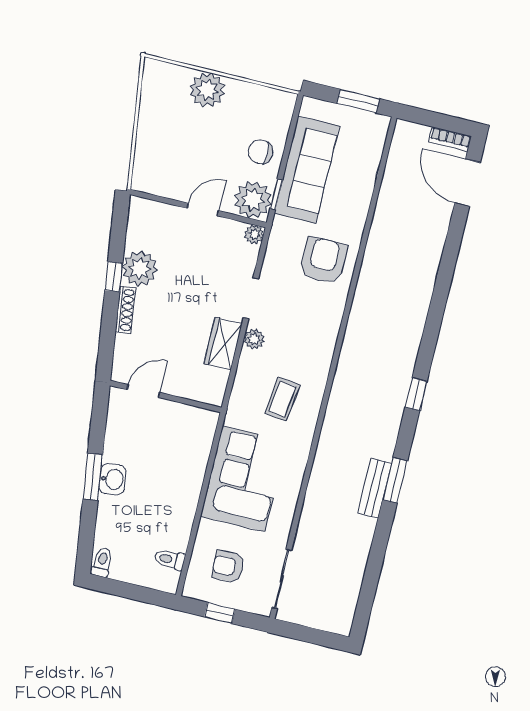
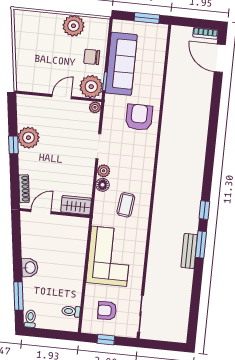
plant: (207, 90) -> (73, 26), moved
shoe rack: (125, 310) -> (24, 189), moved
wardrobe: (223, 344) -> (76, 205), moved, turned 90
floor lamp: (249, 362) -> (102, 185), added
window: (416, 394) -> (204, 210), moved
window: (93, 477) -> (18, 296), moved

